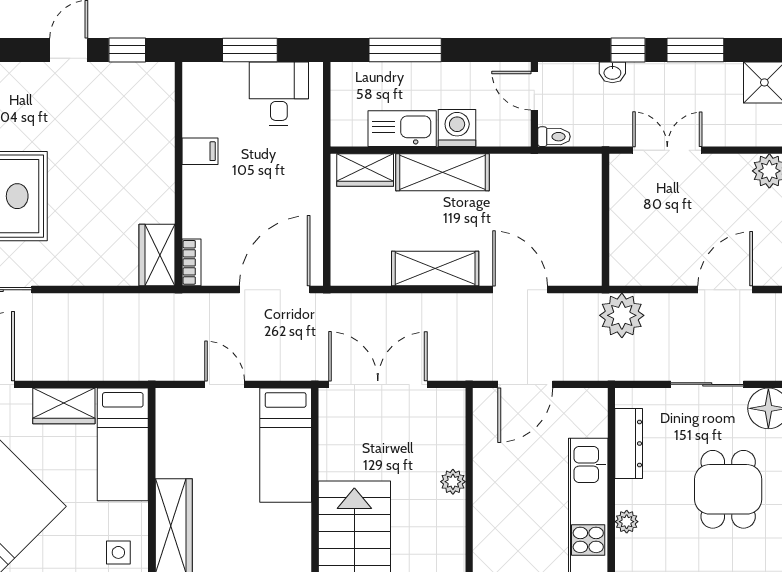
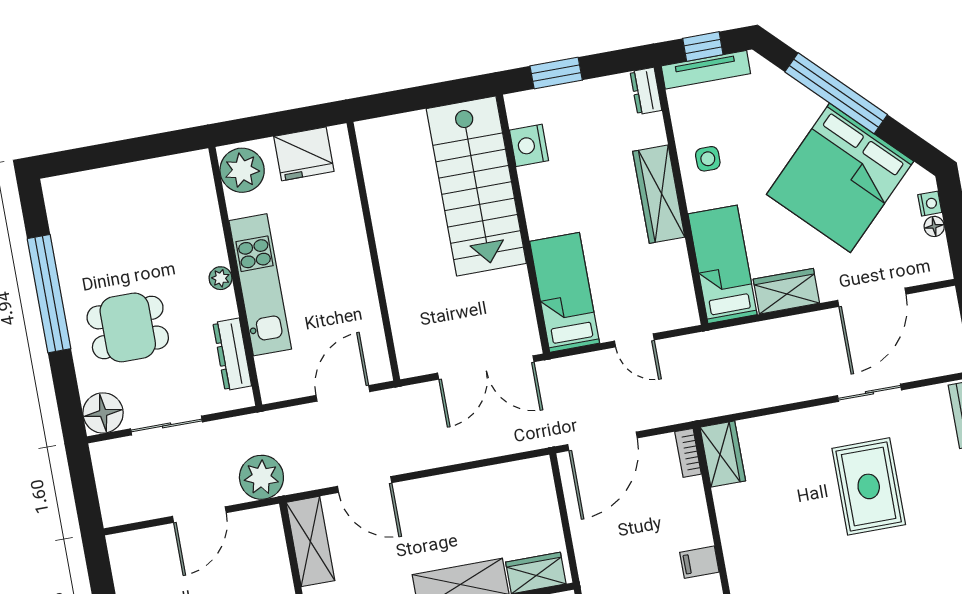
shelving: (435, 269) -> (310, 541), moved, turned 90
door: (725, 290) -> (199, 515), moved
plant: (453, 482) -> (396, 286), removed
dining table: (728, 489) -> (128, 327), turned 90

